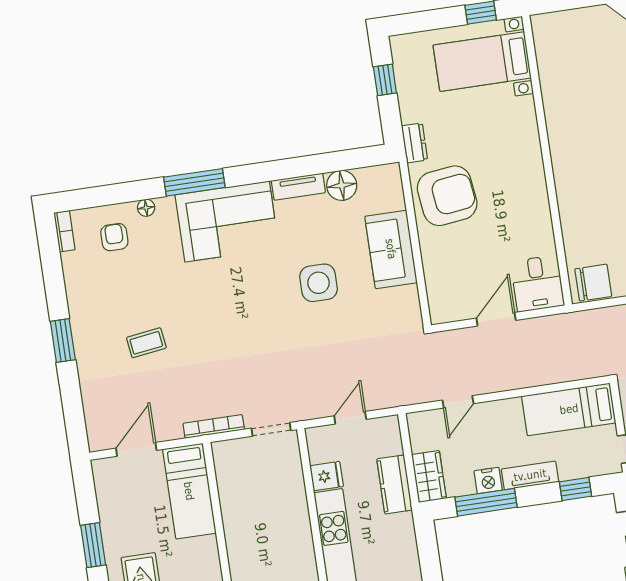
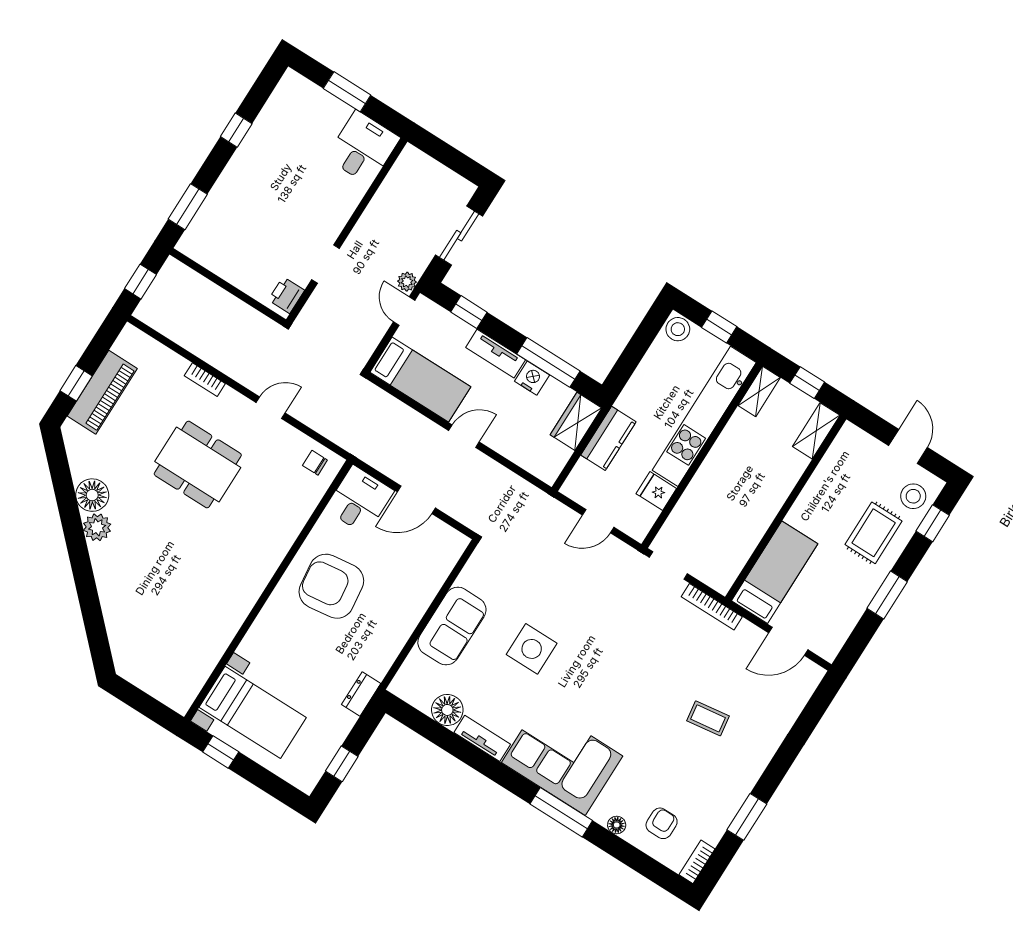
armchair: (447, 196) -> (331, 586), moved
armchair: (114, 237) -> (662, 823), turned 180
chair: (593, 283) -> (315, 463), width x0.54, depth x0.54
window: (63, 340) -> (747, 817), moved
door: (458, 402) -> (464, 436), moved

